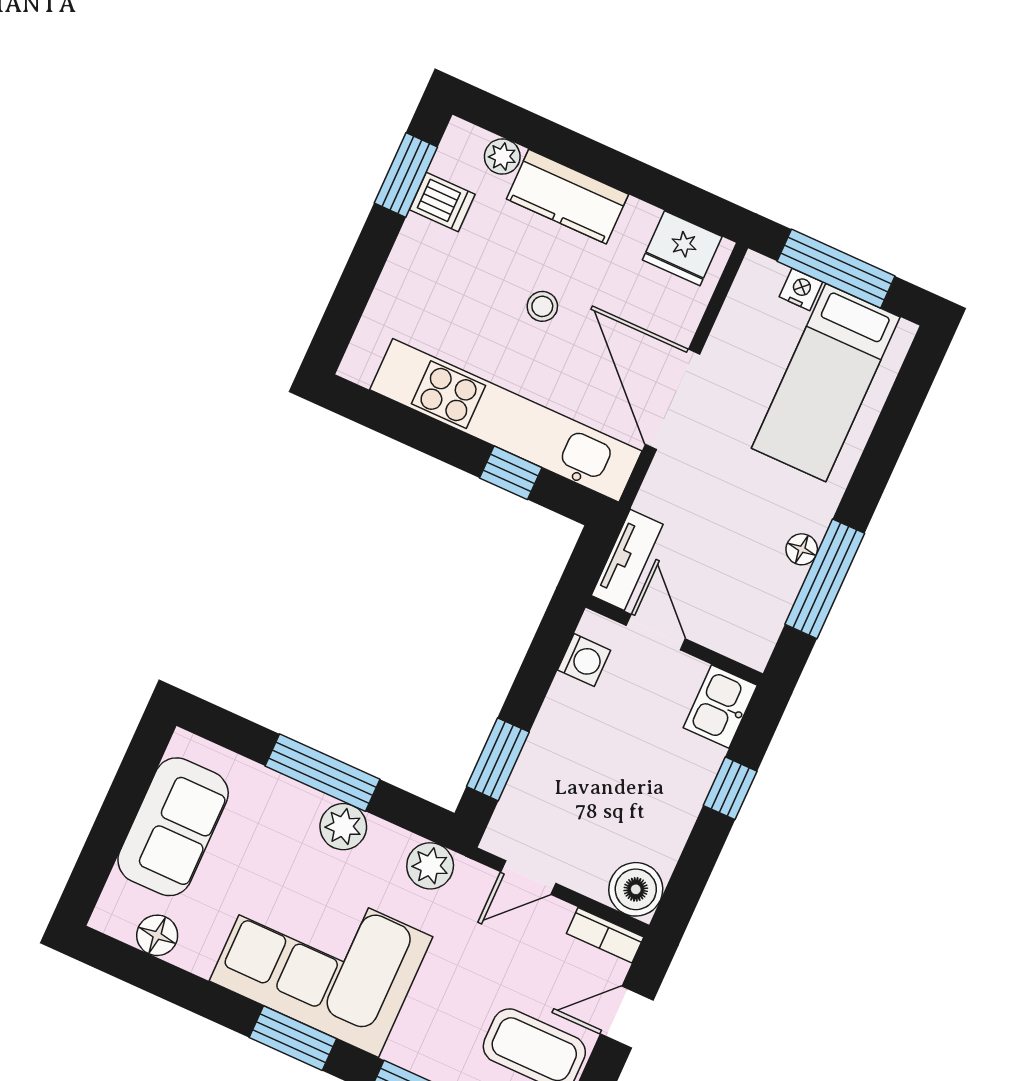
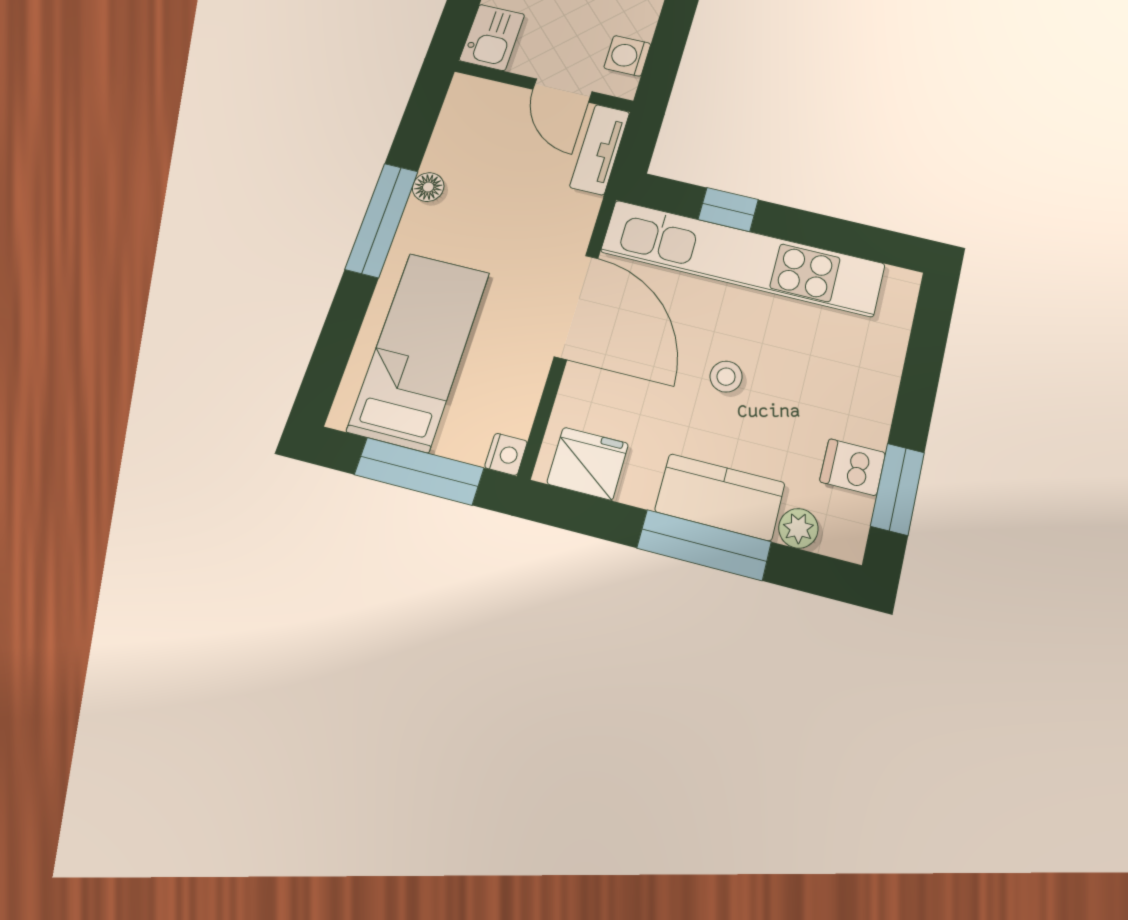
window: (589, 157) -> (704, 545), added
nightstand: (801, 289) -> (506, 454), moved, turned -90
window: (825, 579) -> (382, 220), moved

